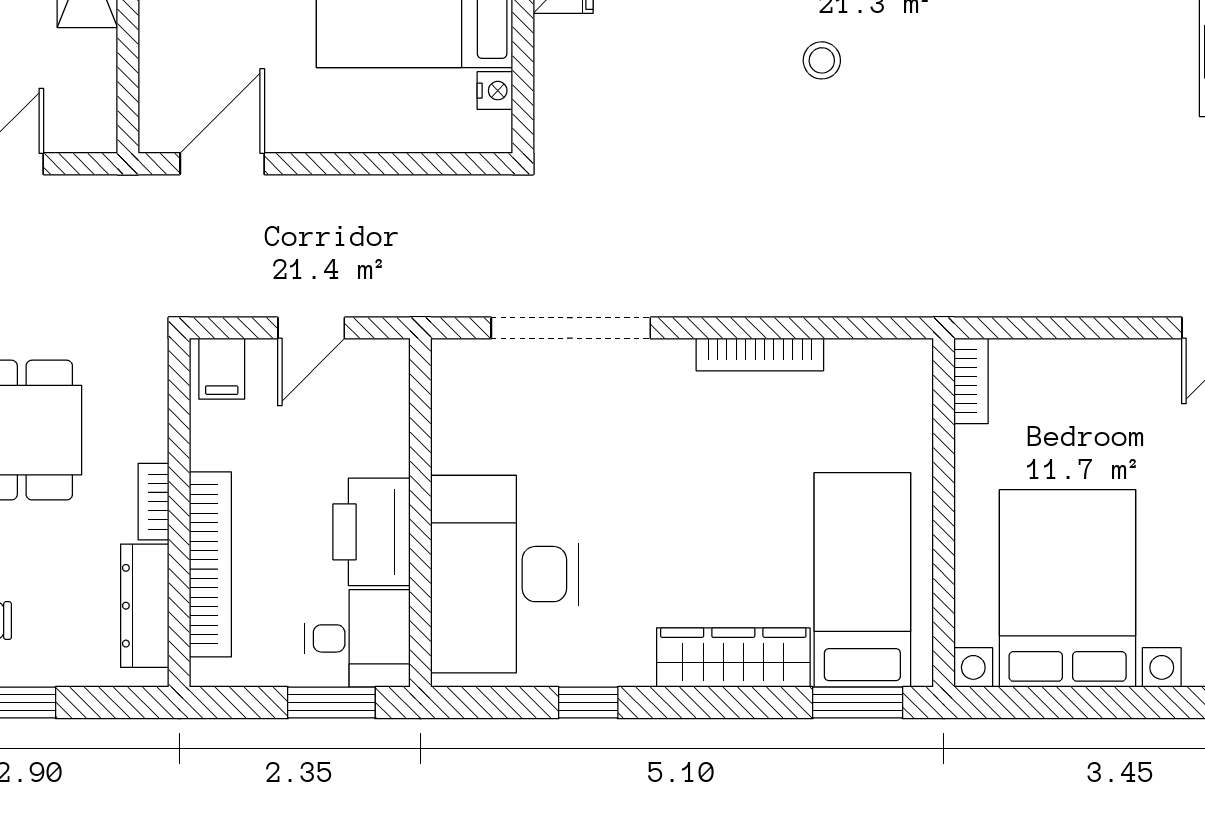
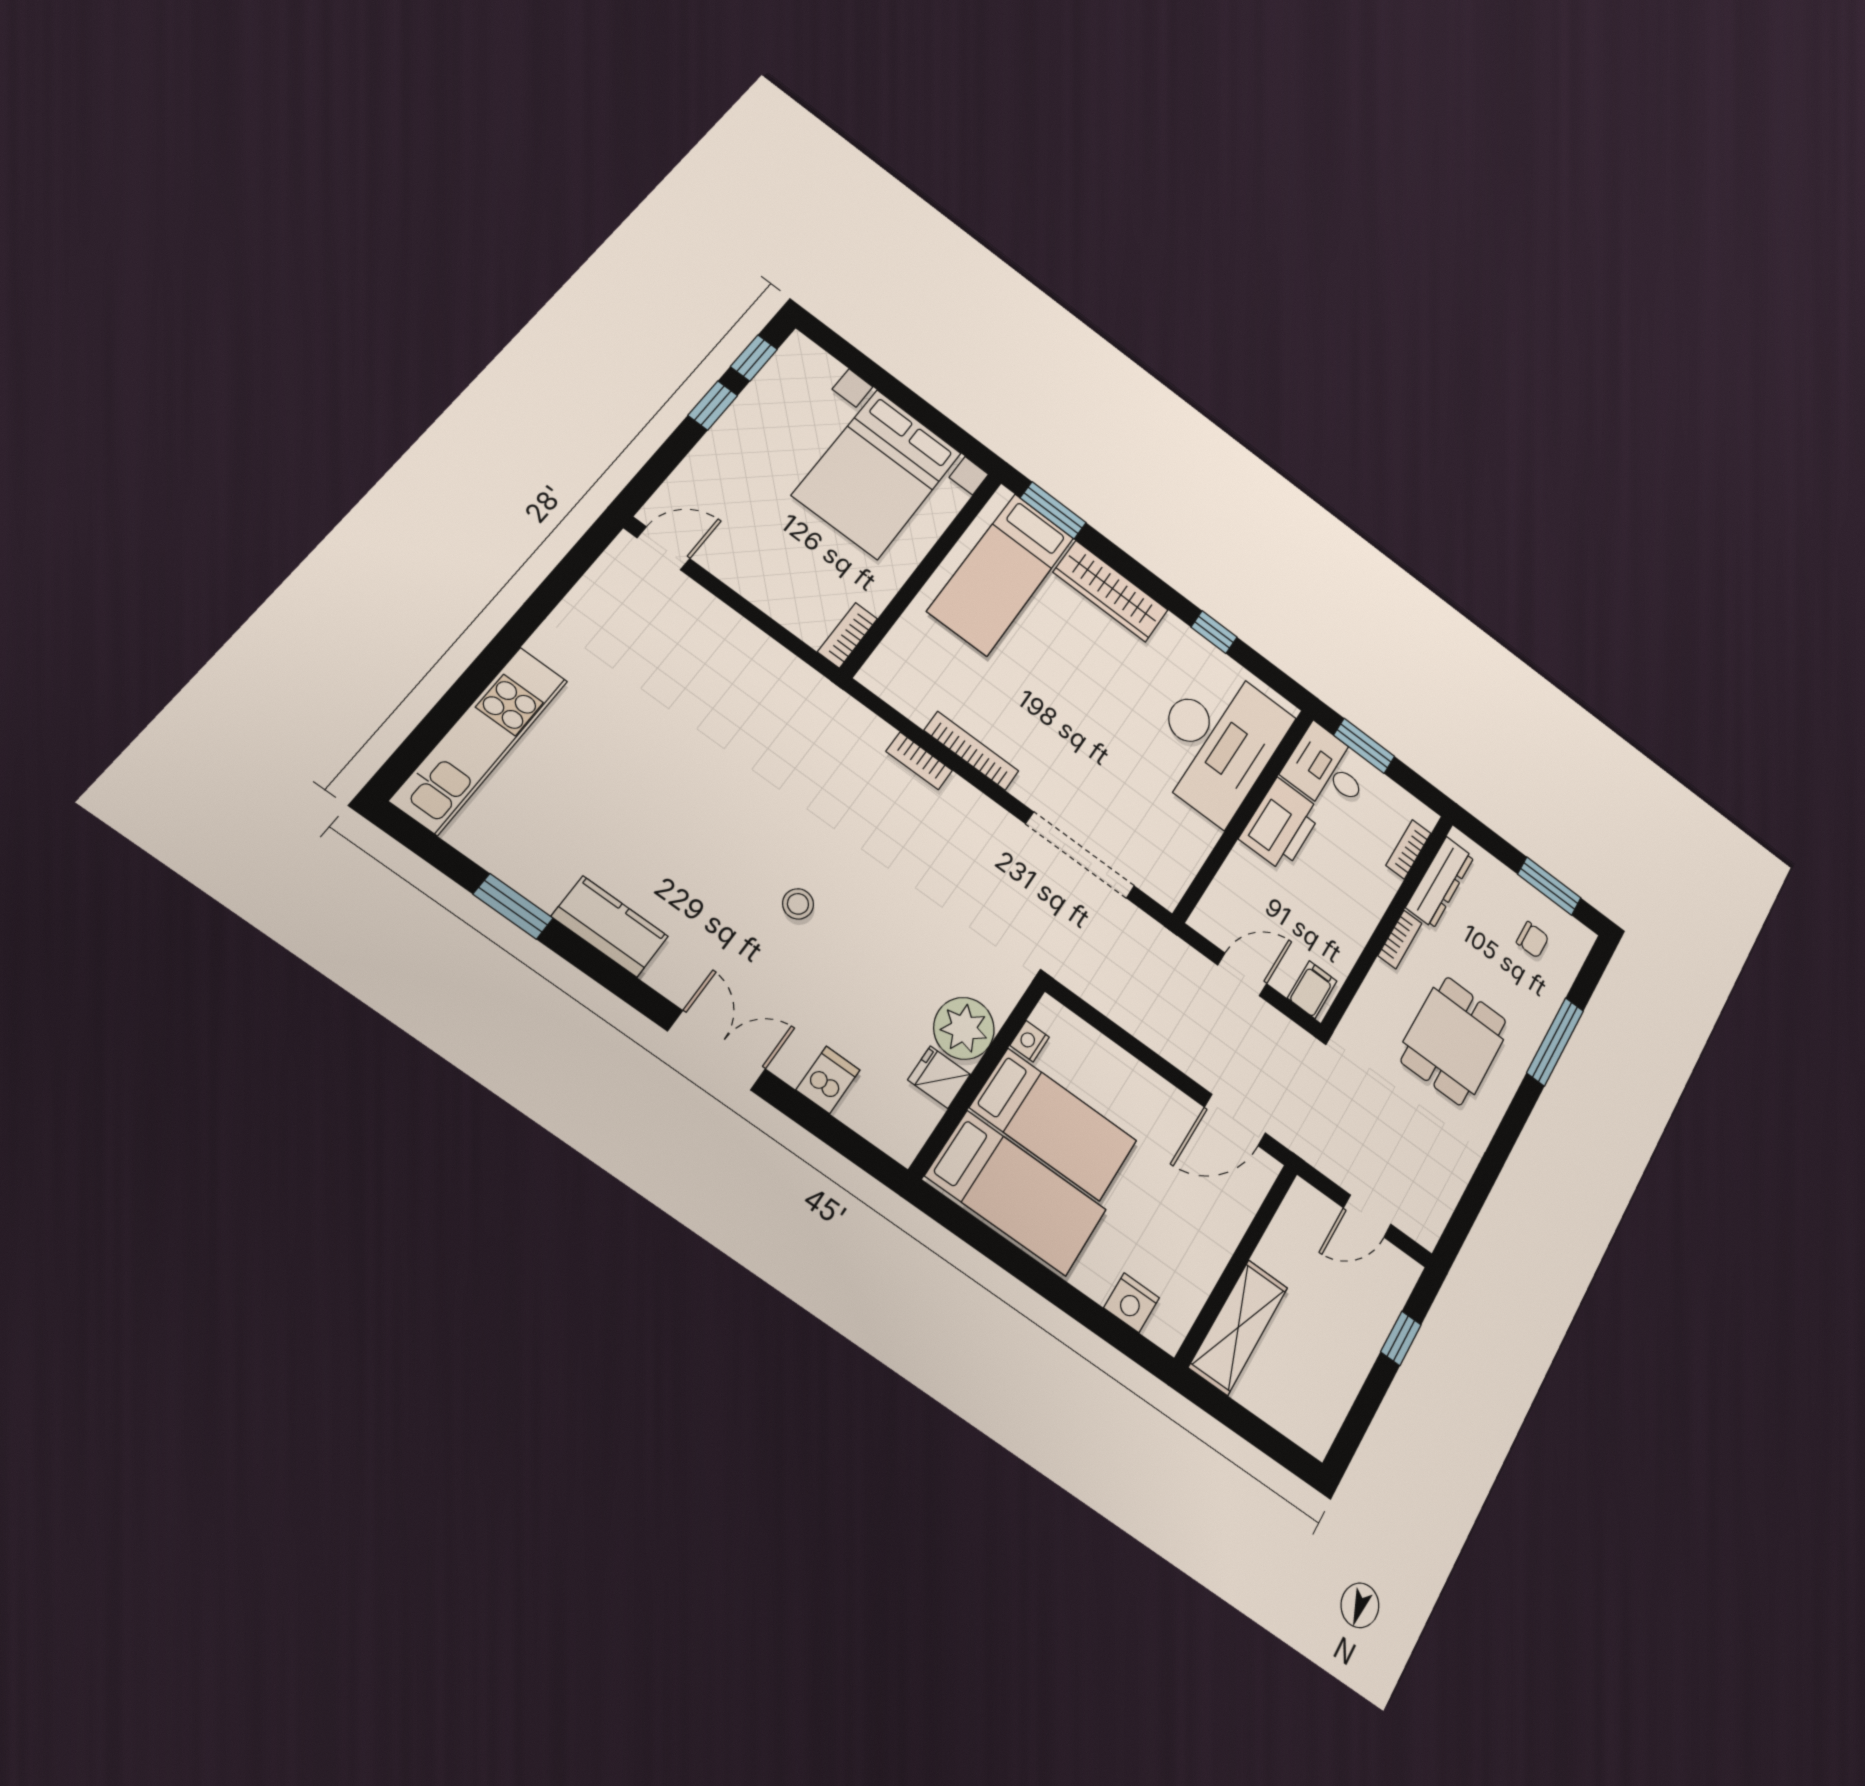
plant: (571, 55) -> (964, 1028), added
bookcase: (805, 301) -> (919, 761), added
bookcase: (210, 564) -> (1408, 849), width x0.43, depth x0.76

